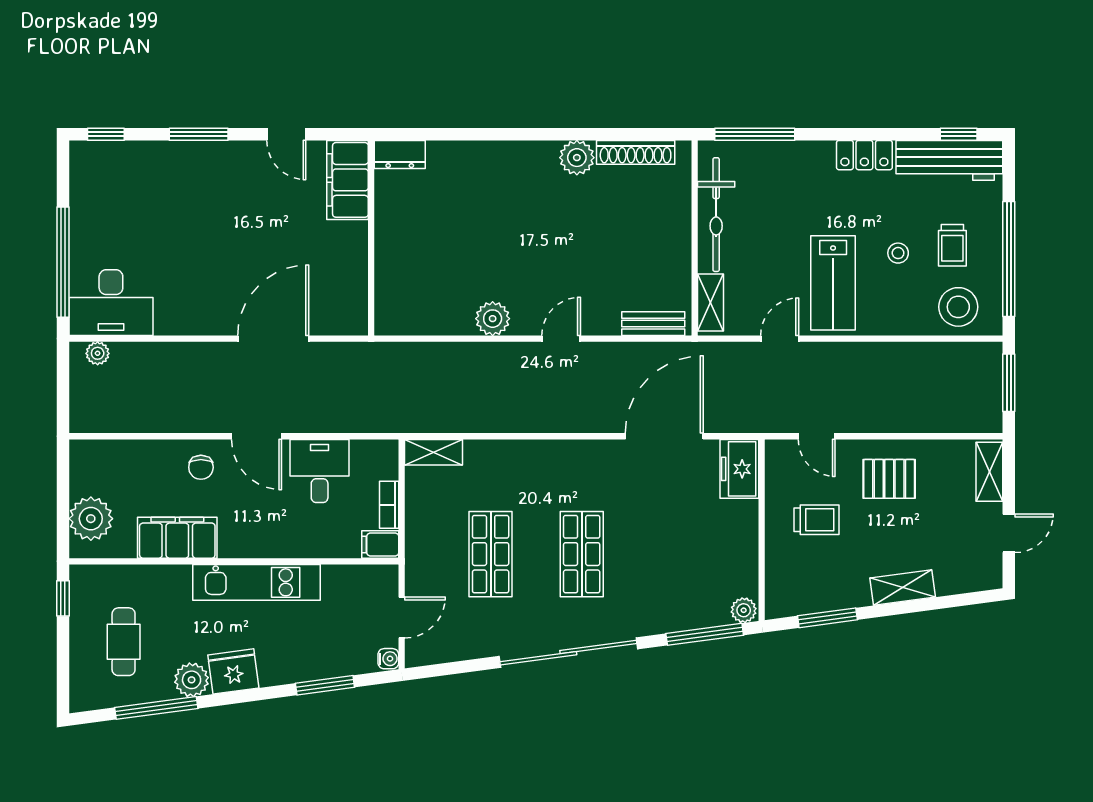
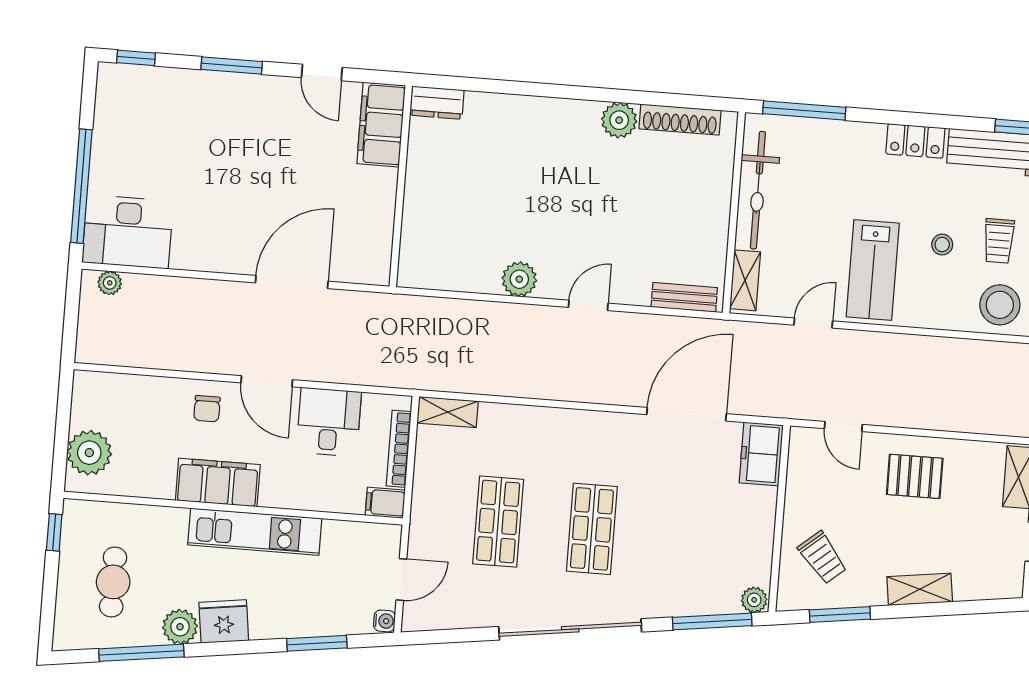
bookcase: (389, 505) -> (399, 449), width x1.56
trolley: (817, 520) -> (822, 558), moved, turned 50
filing cabinet: (177, 538) -> (218, 483), moved

